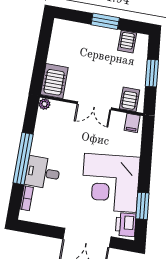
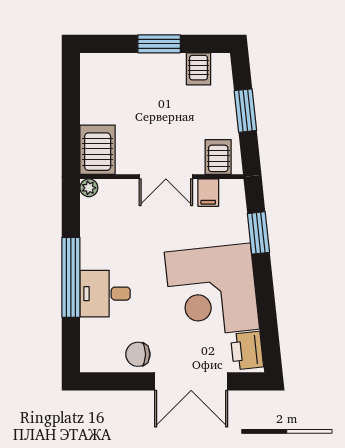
filing cabinet: (132, 123) -> (208, 193), moved
bookcase: (27, 198) -> (87, 337), removed
window: (142, 206) -> (258, 233), moved
chair: (57, 215) -> (138, 354), added

